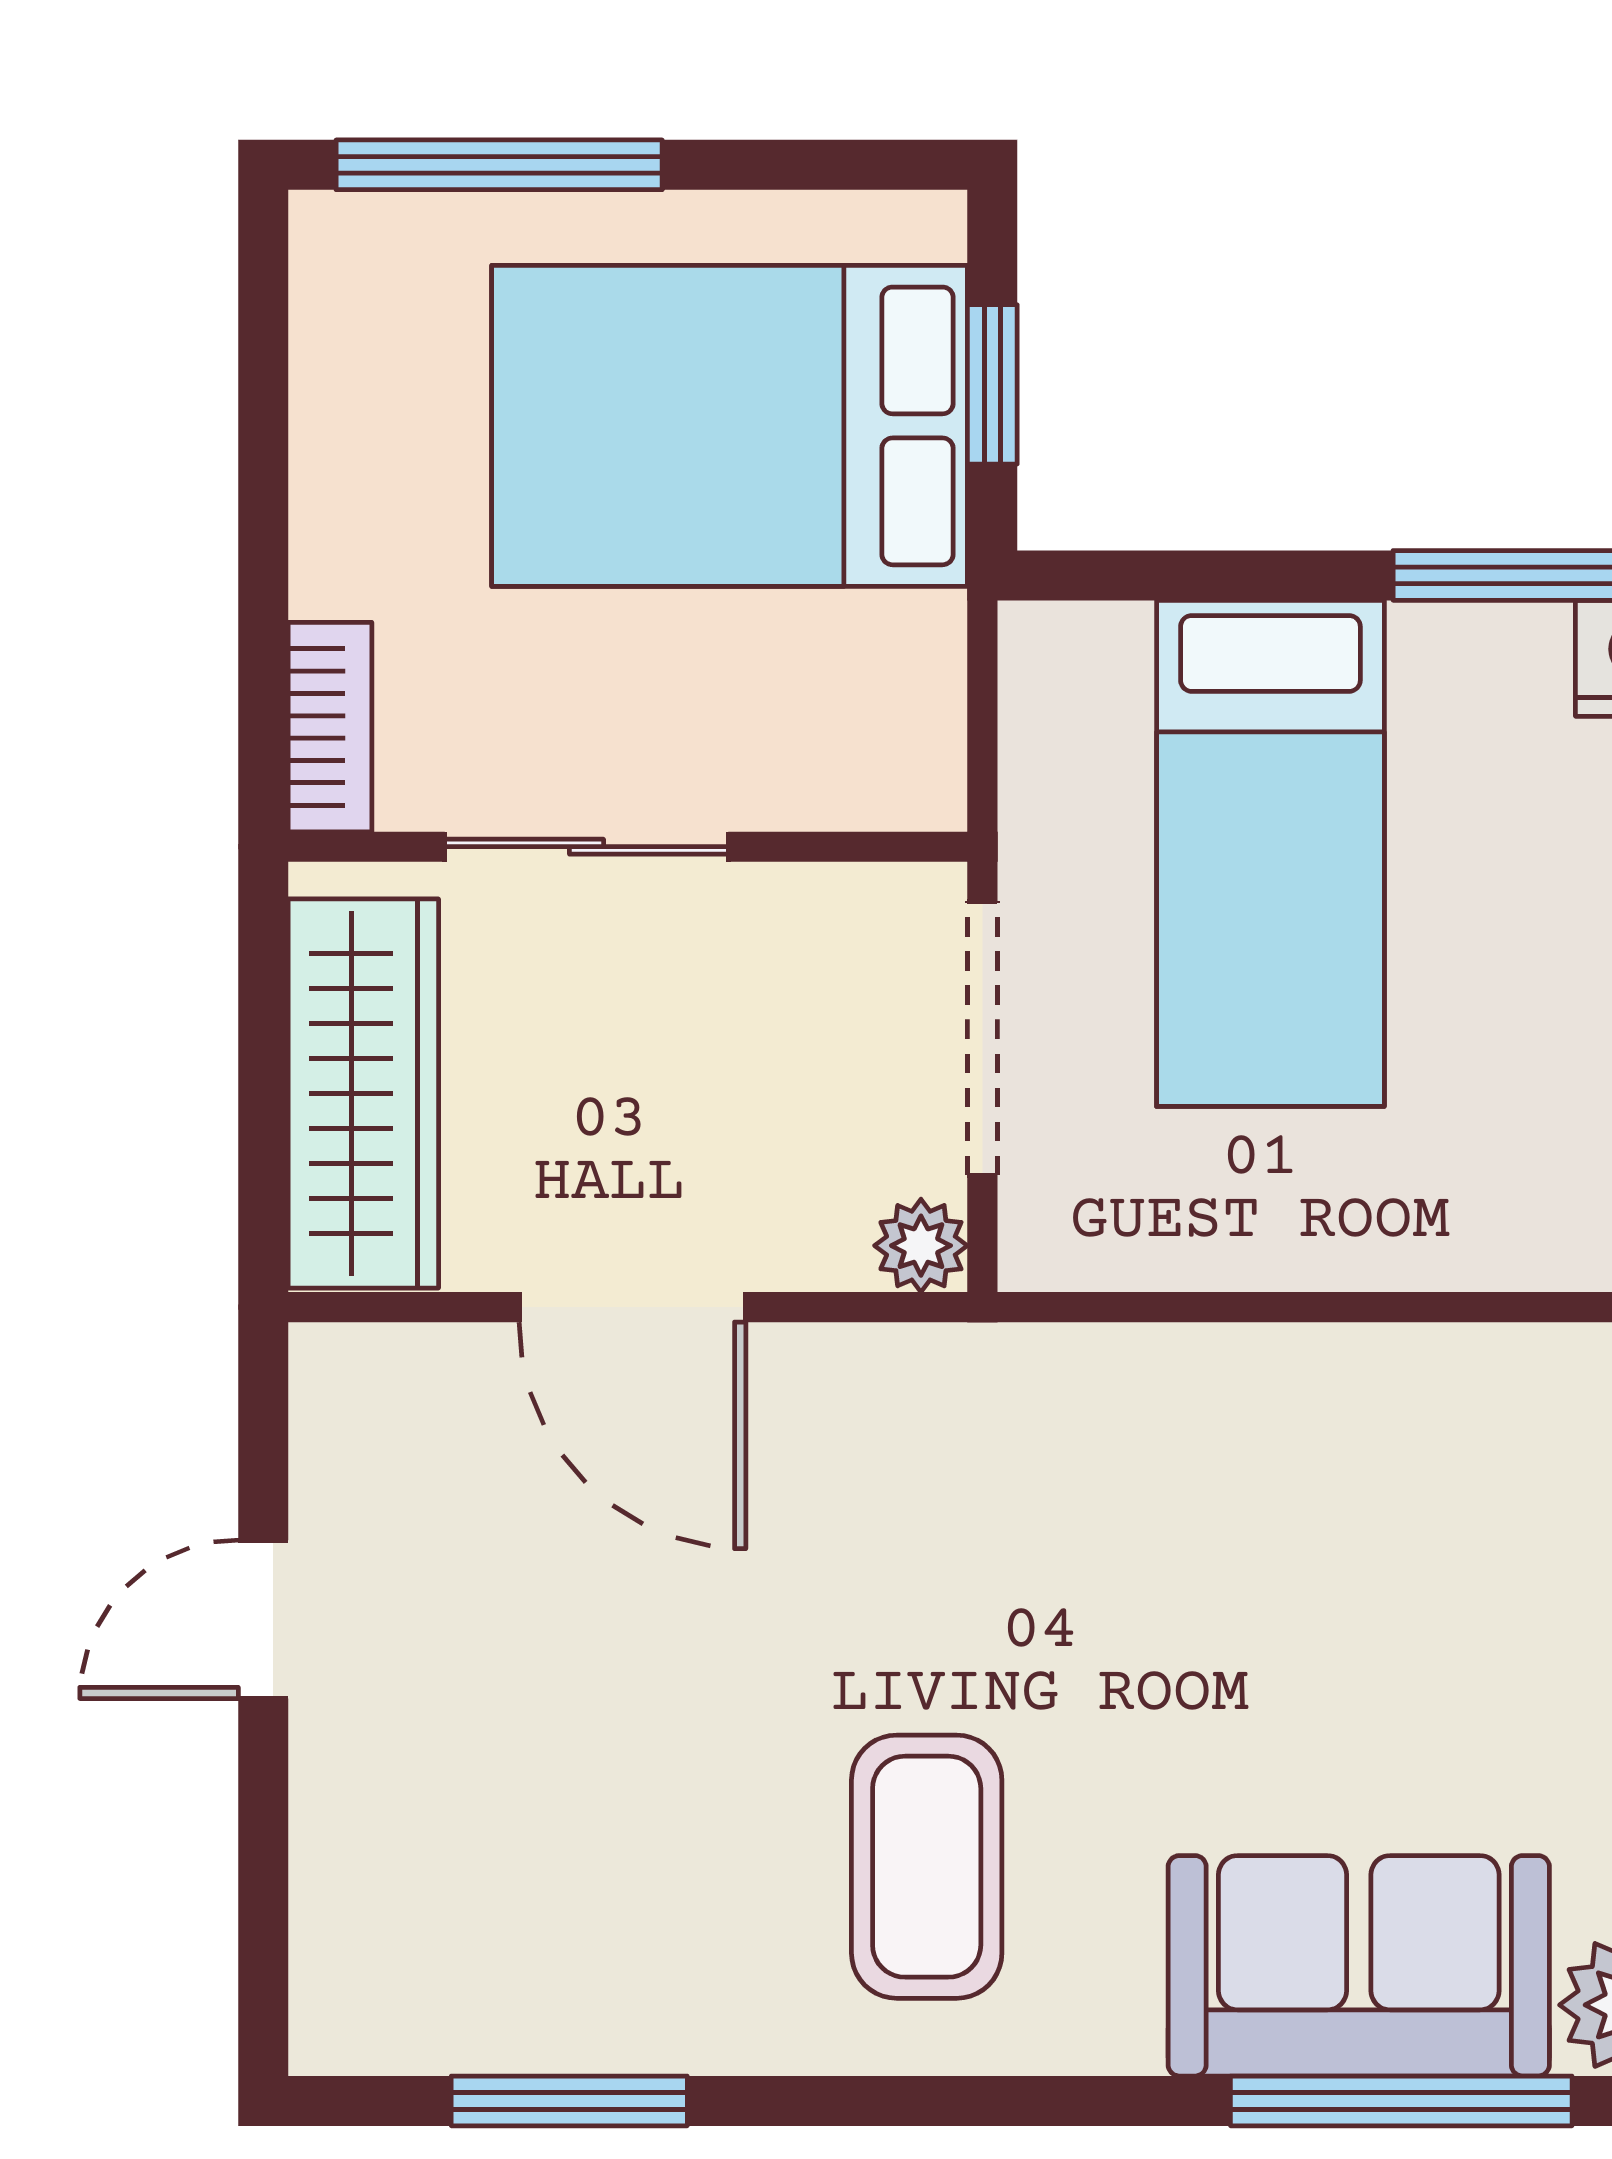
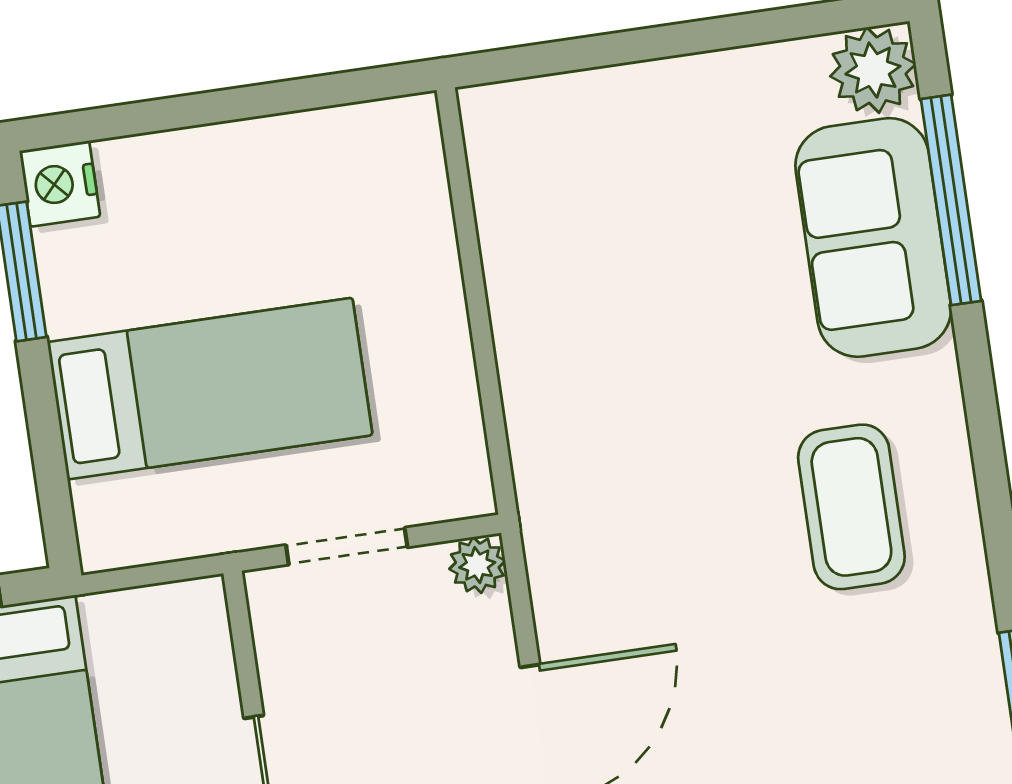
doorway: (982, 1038) -> (347, 546), width x0.73
coffee table: (927, 1867) -> (851, 507), turned 90

